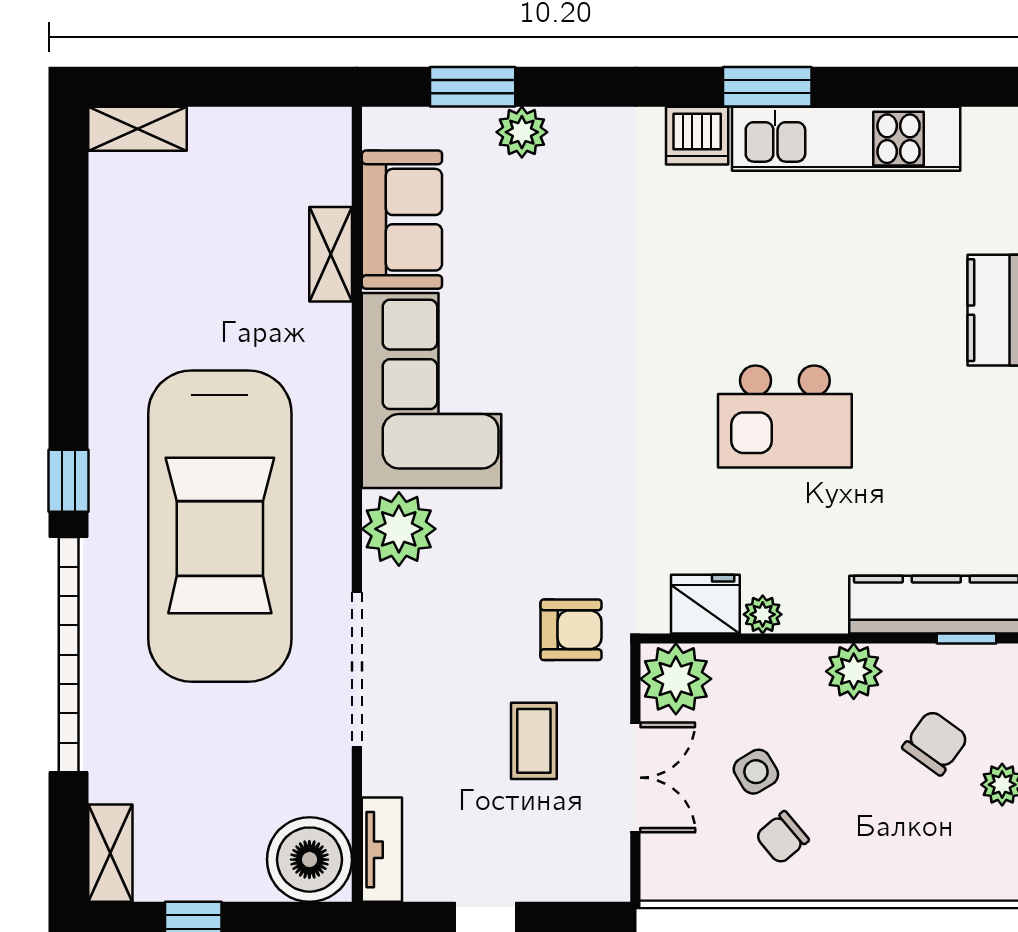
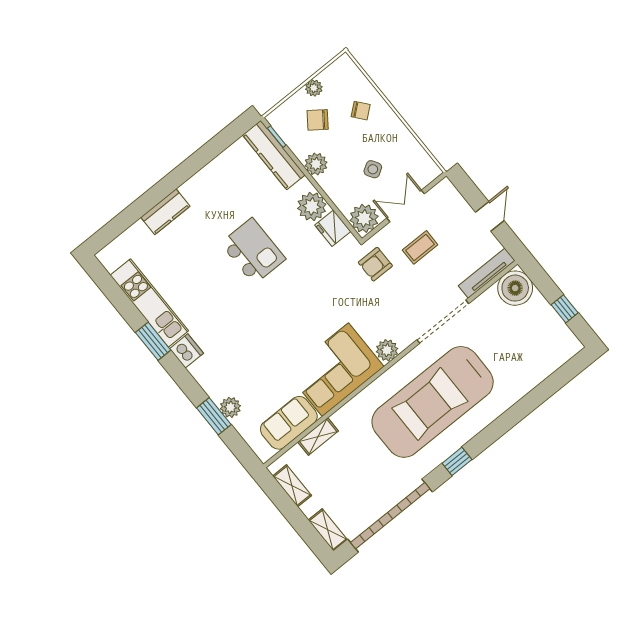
window: (473, 87) -> (214, 416), moved
car: (220, 526) -> (433, 402), turned 180
plant: (399, 529) -> (387, 350), width x0.73, depth x0.73
plant: (763, 614) -> (312, 206), width x1.88, depth x1.88
armchair: (571, 630) -> (375, 264), turned -90
garage door: (69, 655) -> (390, 516), moved
chair: (782, 838) -> (361, 111), moved
tv unit: (382, 850) -> (487, 273), width x1.41
shelving: (110, 853) -> (292, 486), moved, turned 90

